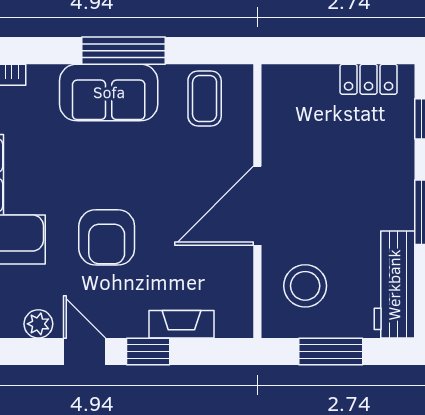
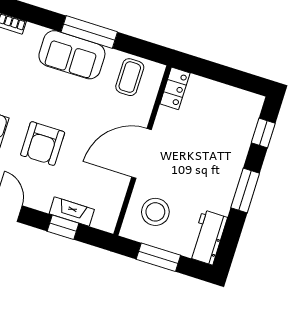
locker: (369, 79) -> (175, 88), moved, turned -90
workbench: (394, 285) -> (208, 237), width x0.73
window: (148, 352) -> (63, 227), moved

